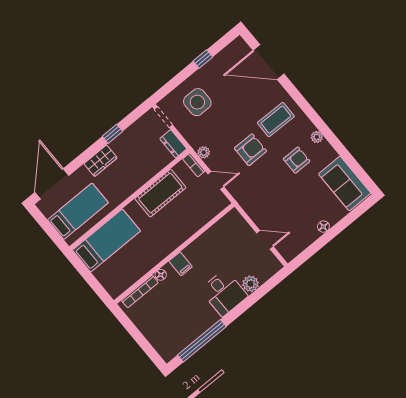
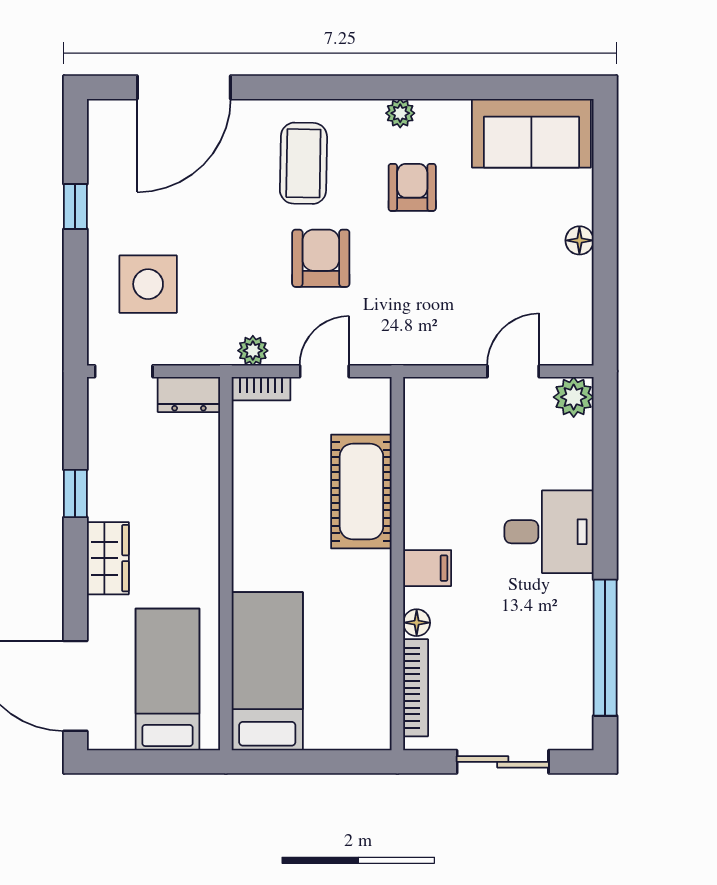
cot: (160, 193) -> (361, 491), moved
plant: (250, 284) -> (574, 397), moved
sliding door: (139, 338) -> (503, 762), added

